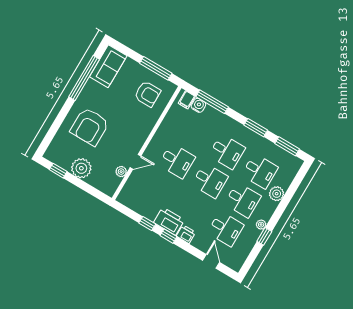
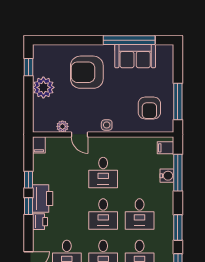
sofa: (108, 66) -> (135, 56), moved
water cooler: (198, 105) -> (167, 176), moved
side table: (141, 136) -> (107, 125), added
filing cabinet: (125, 199) -> (39, 145), added

